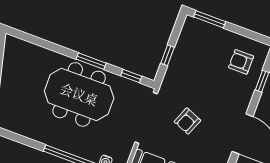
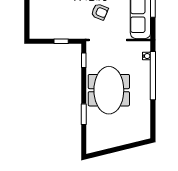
window: (210, 19) -> (27, 22), removed
window: (91, 61) -> (84, 114), moved

